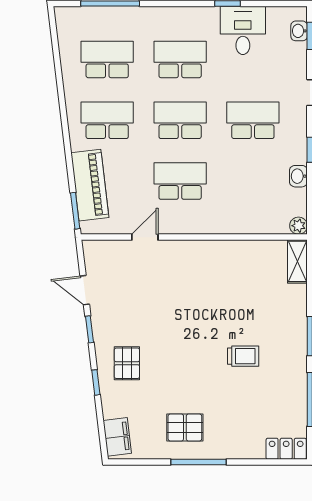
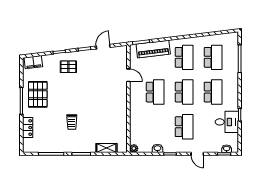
shelving: (297, 261) -> (106, 148), moved
pallet: (185, 427) -> (38, 94), width x1.50, depth x1.42
locker: (286, 449) -> (28, 128), moved

